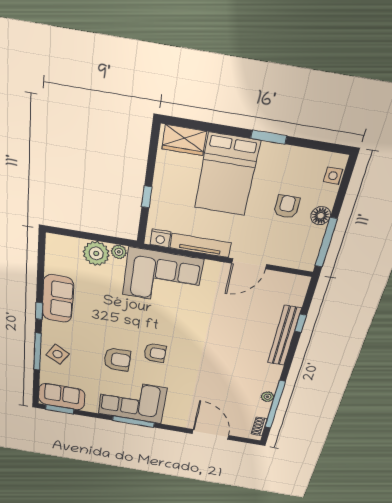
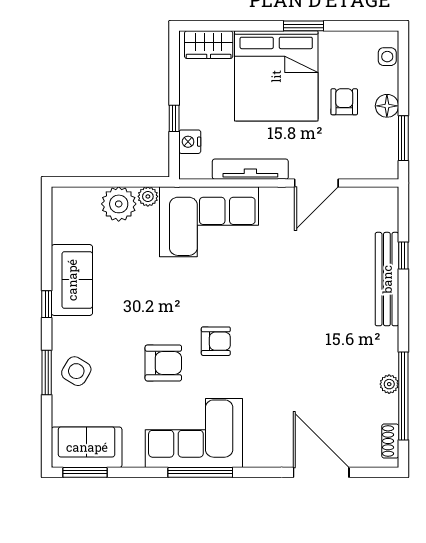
bed: (227, 175) -> (276, 76), width x1.36
nightstand: (160, 238) -> (190, 142), moved, turned 90
window: (326, 243) -> (403, 138), width x0.69
window: (37, 352) -> (47, 372), width x0.69

